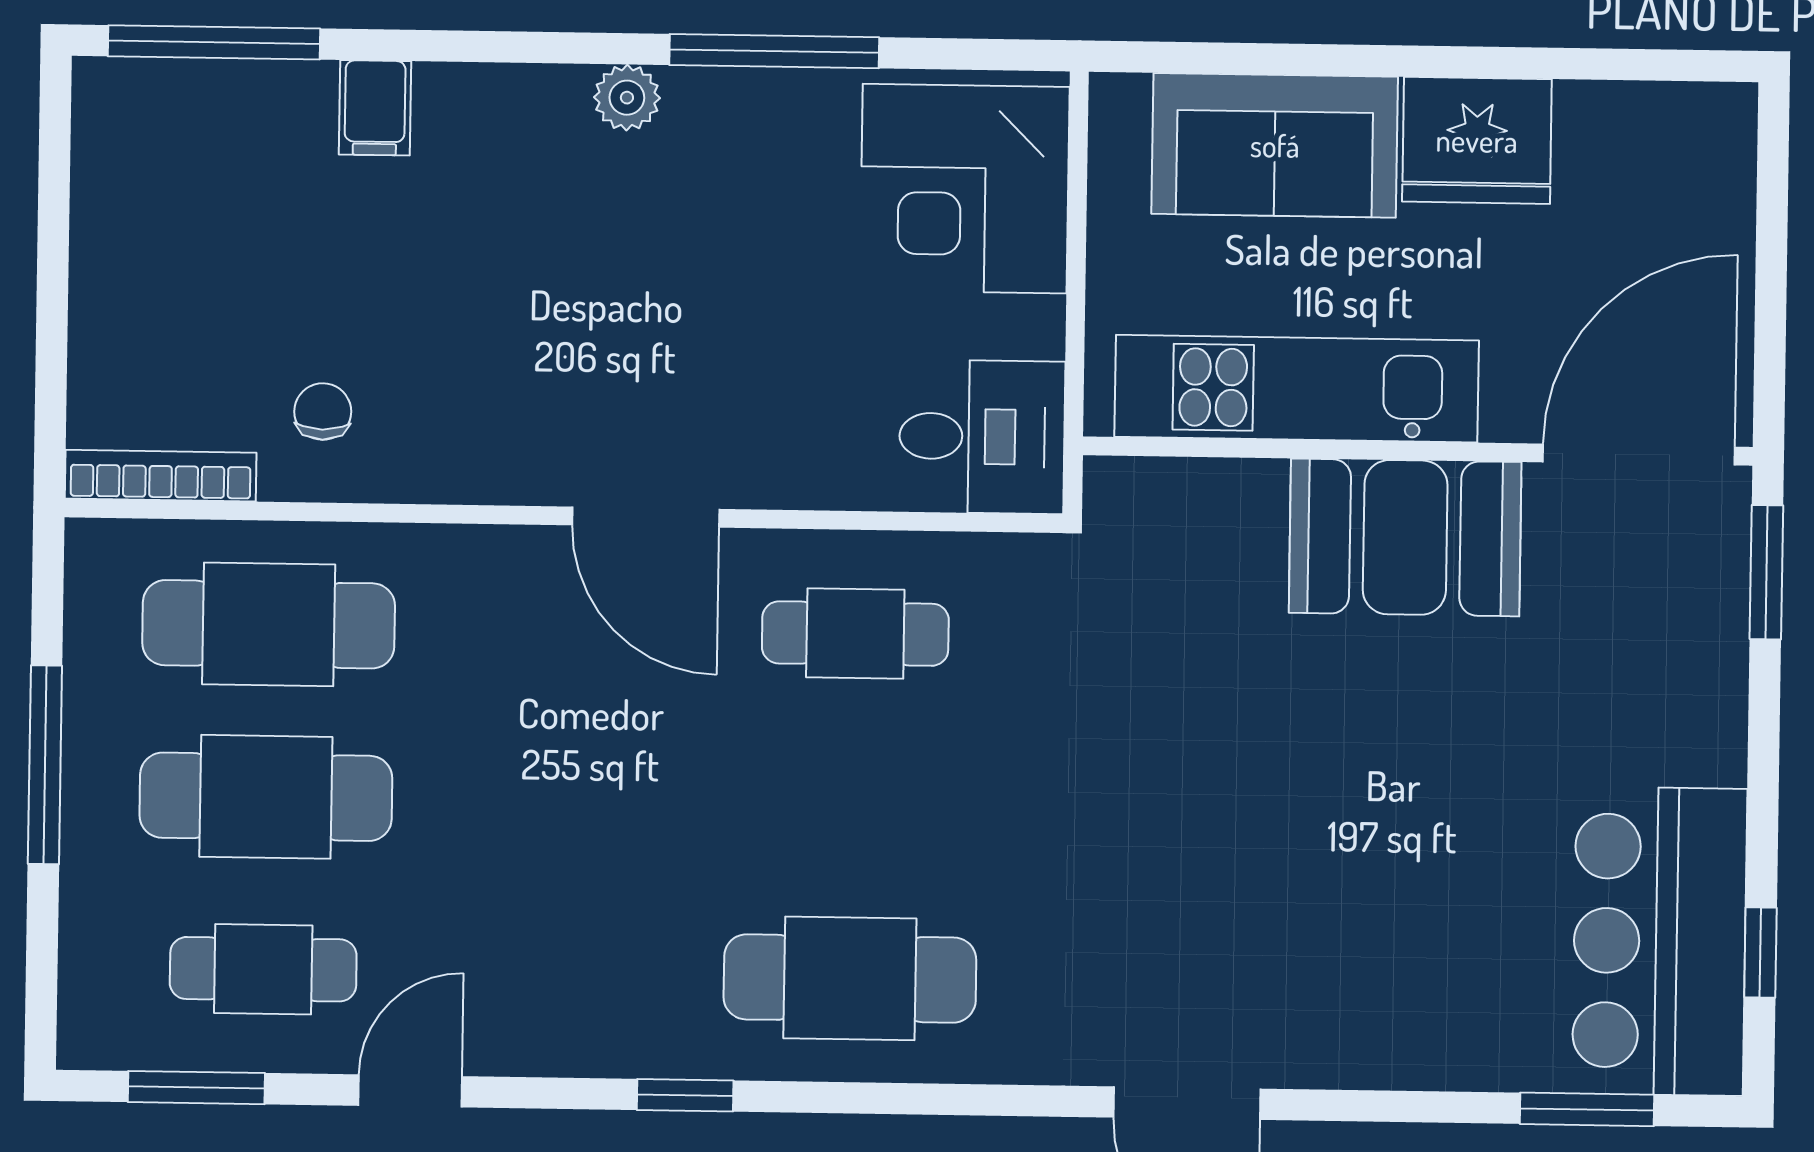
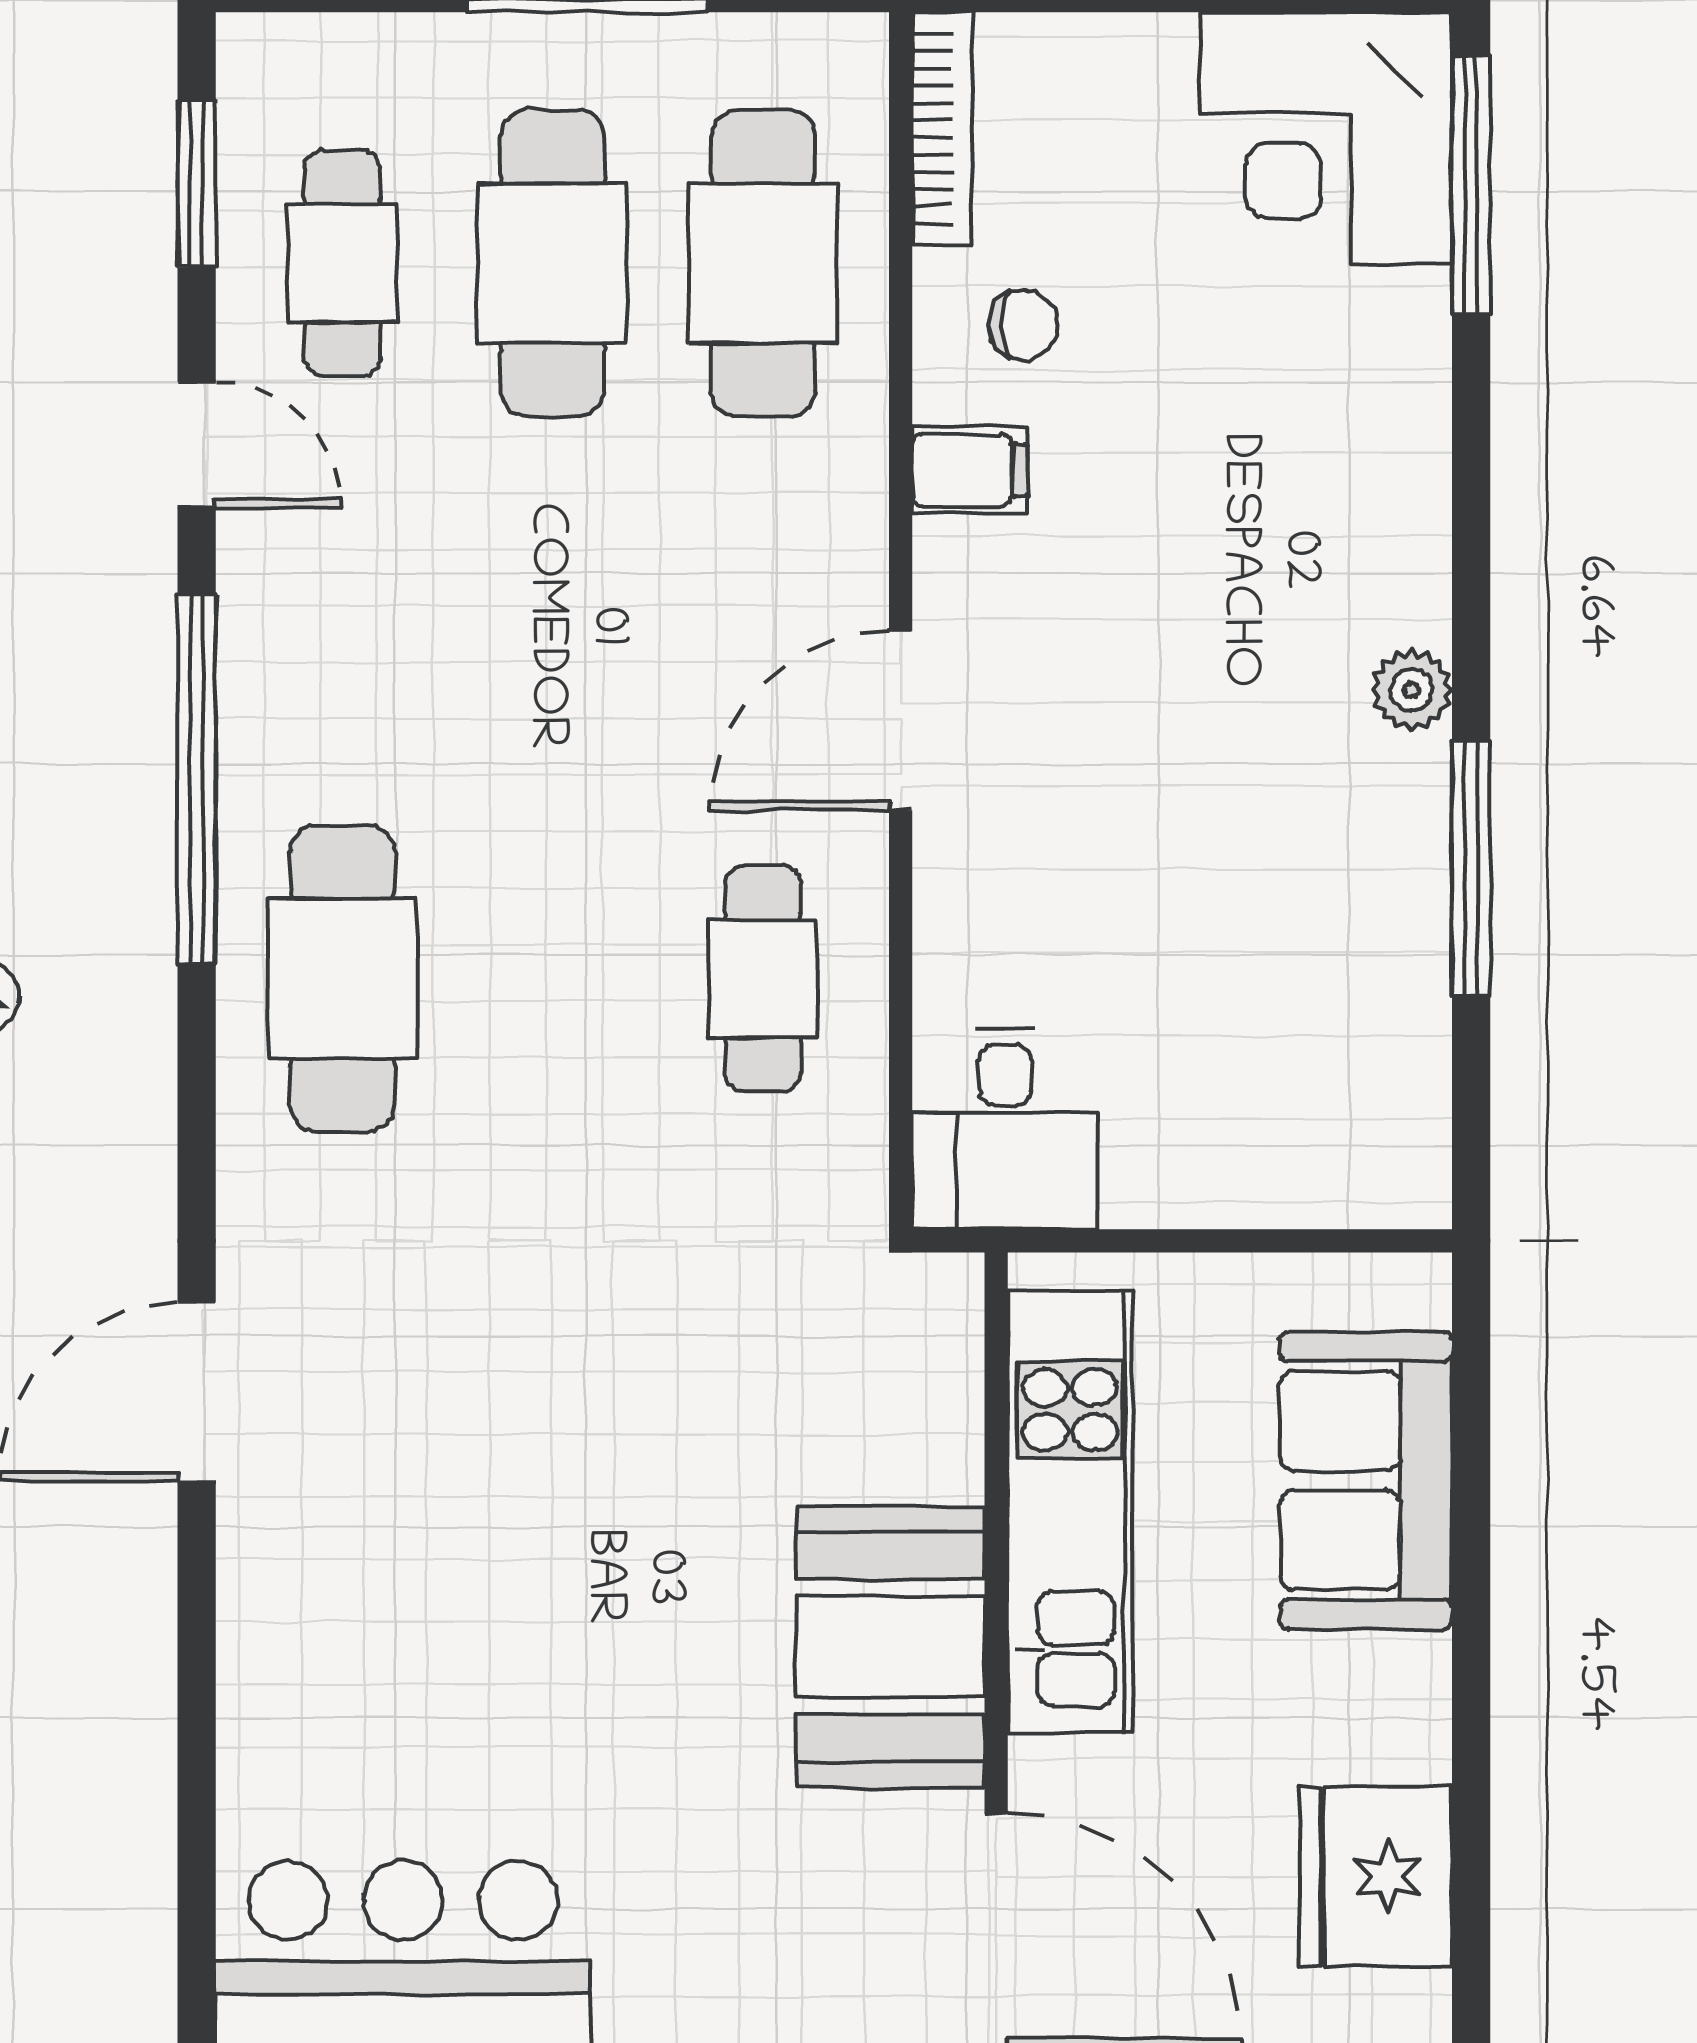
filing cabinet: (375, 108) -> (970, 470), moved, turned 180
fridge: (1477, 140) -> (1376, 1876), moved
corner desk: (965, 189) -> (1326, 138), moved, turned -90
window: (685, 1095) -> (197, 780), width x3.17
window: (1587, 1109) -> (197, 1880), removed

